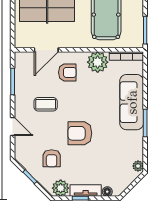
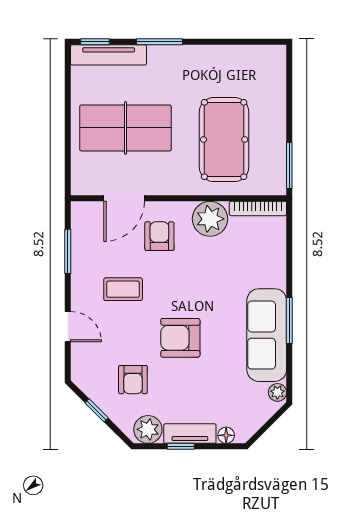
armchair: (67, 72) -> (159, 236), turned -90
sofa: (132, 102) -> (267, 335), moved

